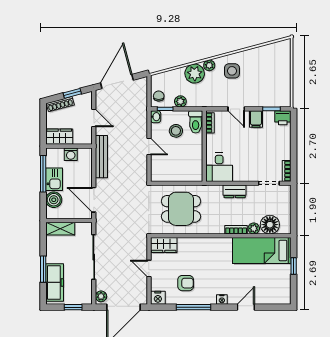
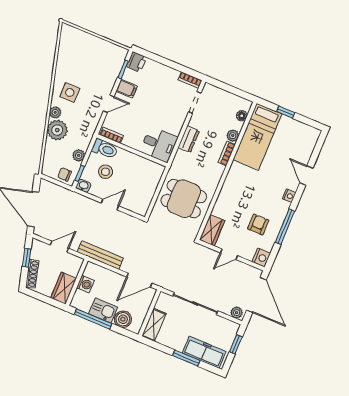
dining table: (181, 209) -> (184, 199), turned 90
floor lamp: (270, 225) -> (242, 116), width x0.53, depth x0.53

